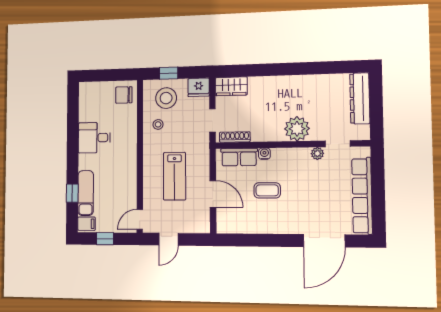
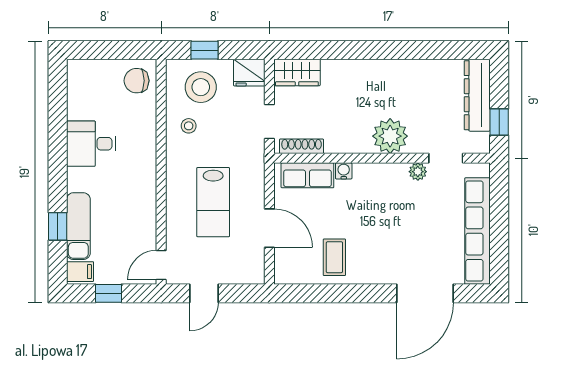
window: (376, 117) -> (499, 122), added
coffee table: (267, 190) -> (334, 257), moved, turned 90

